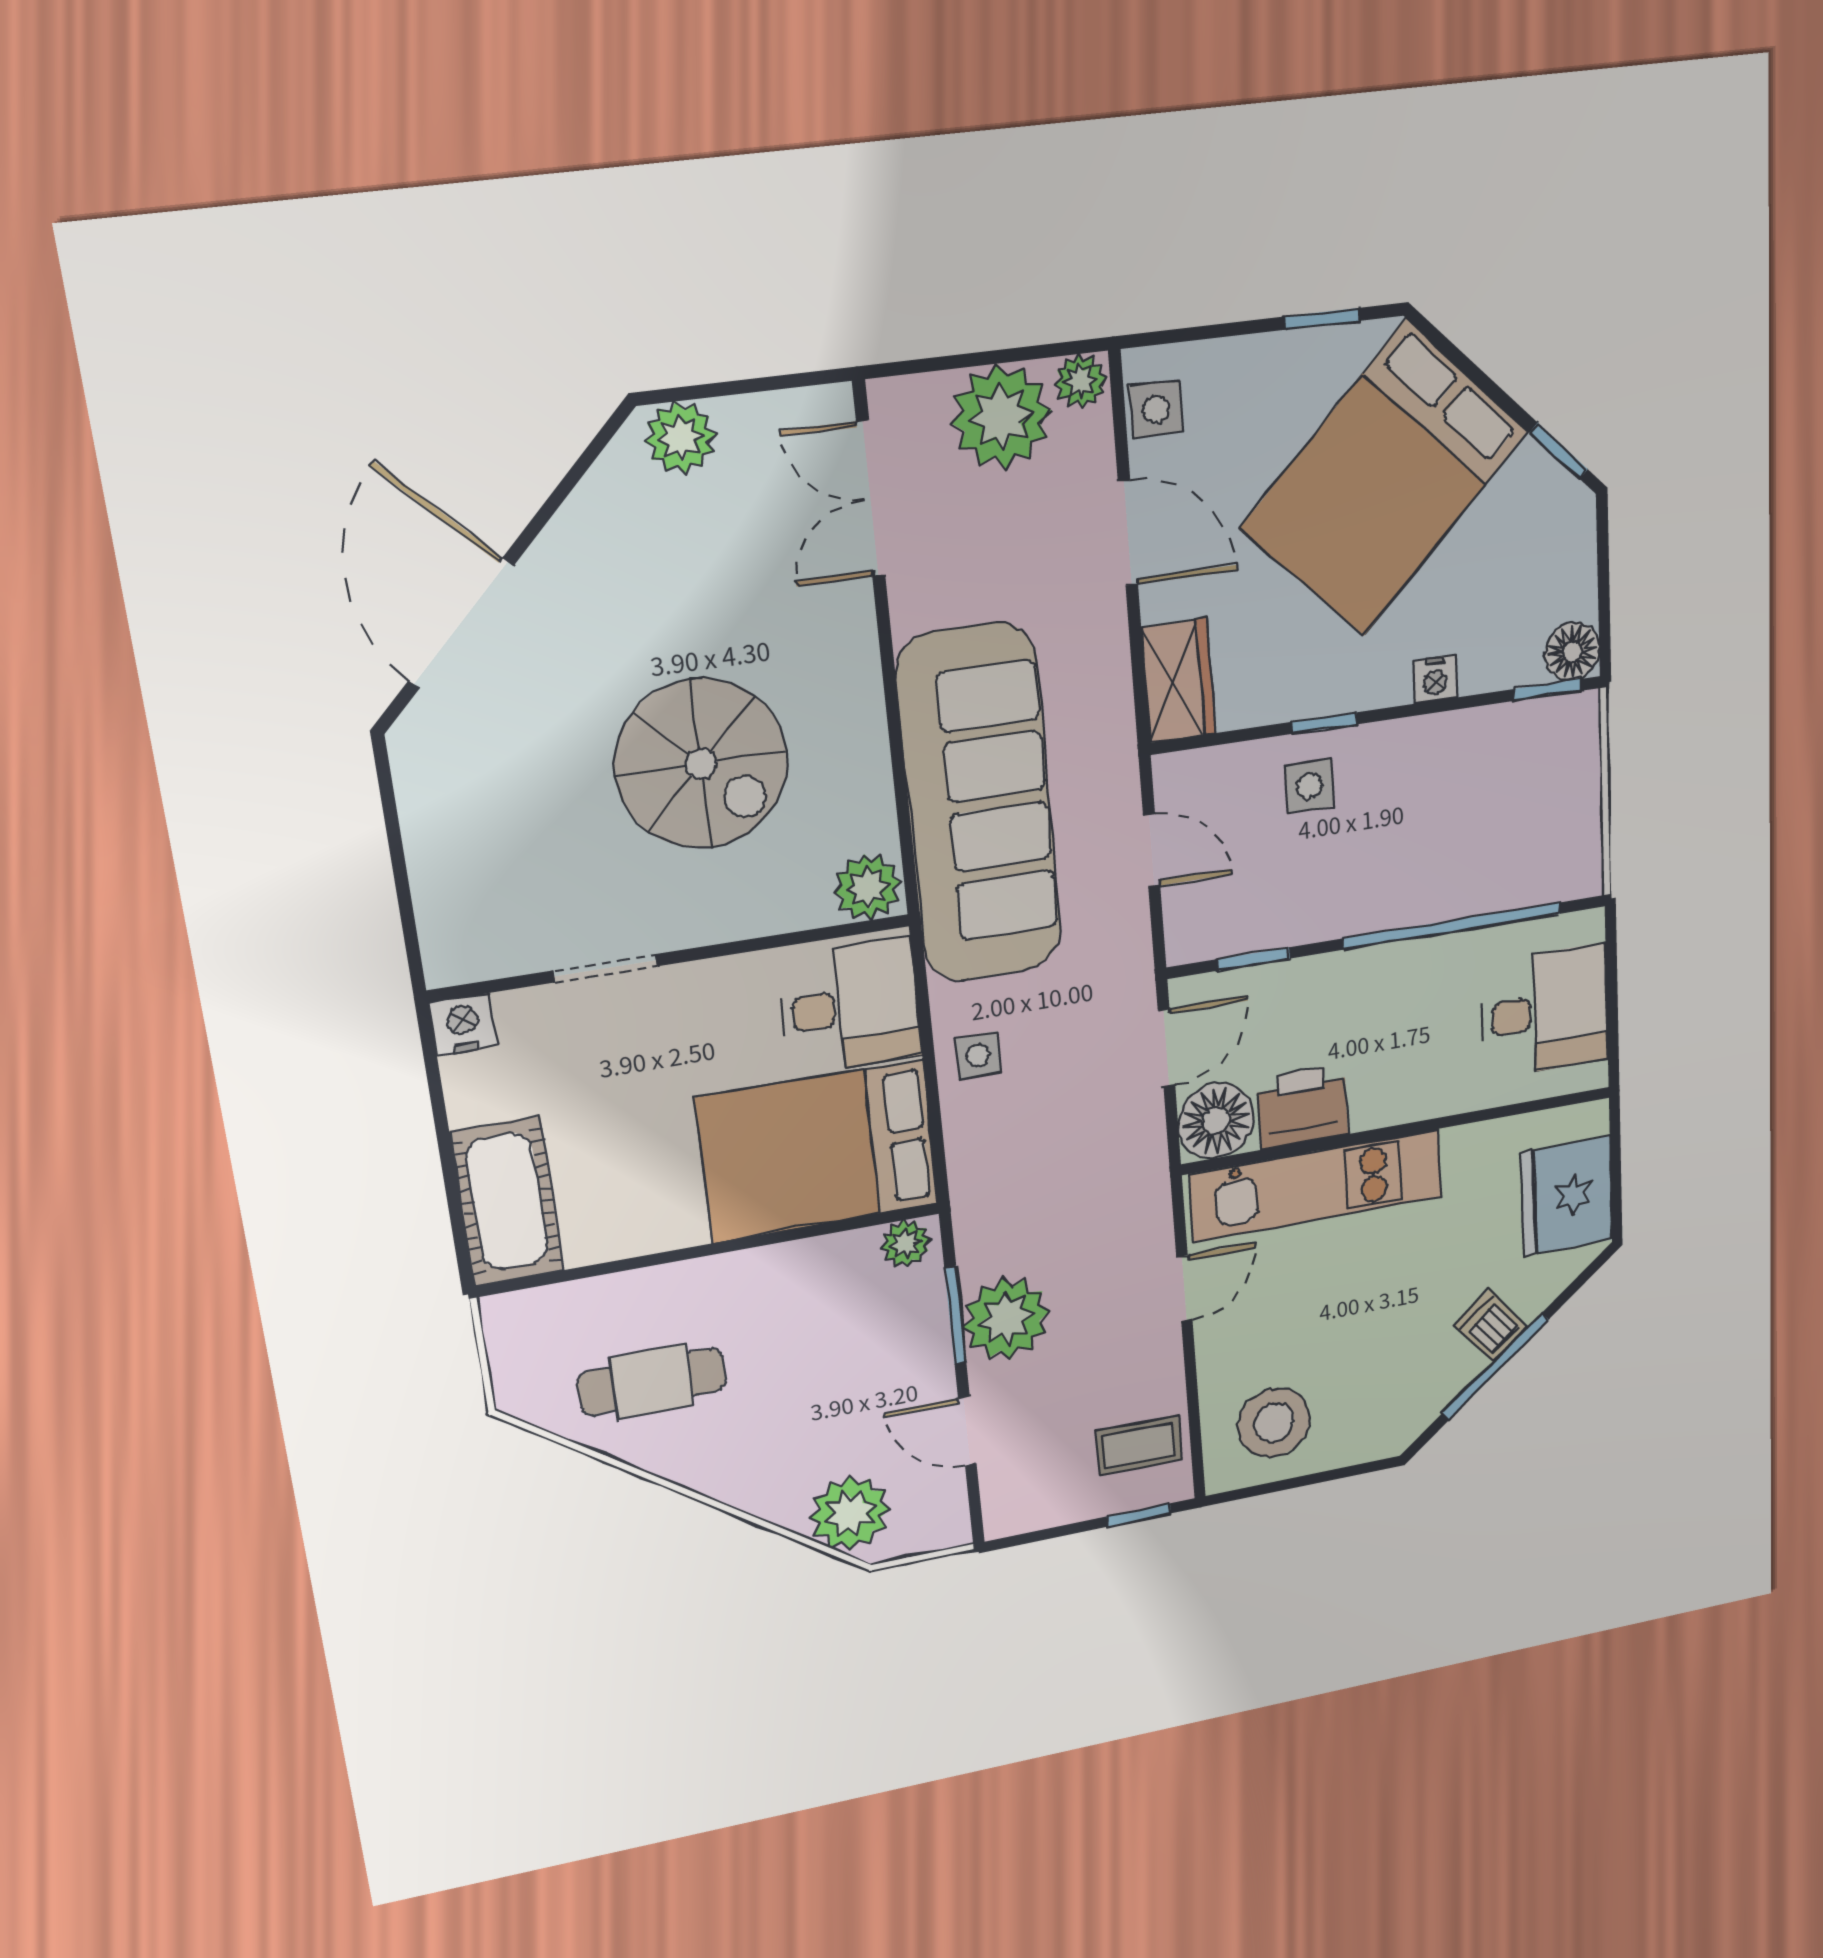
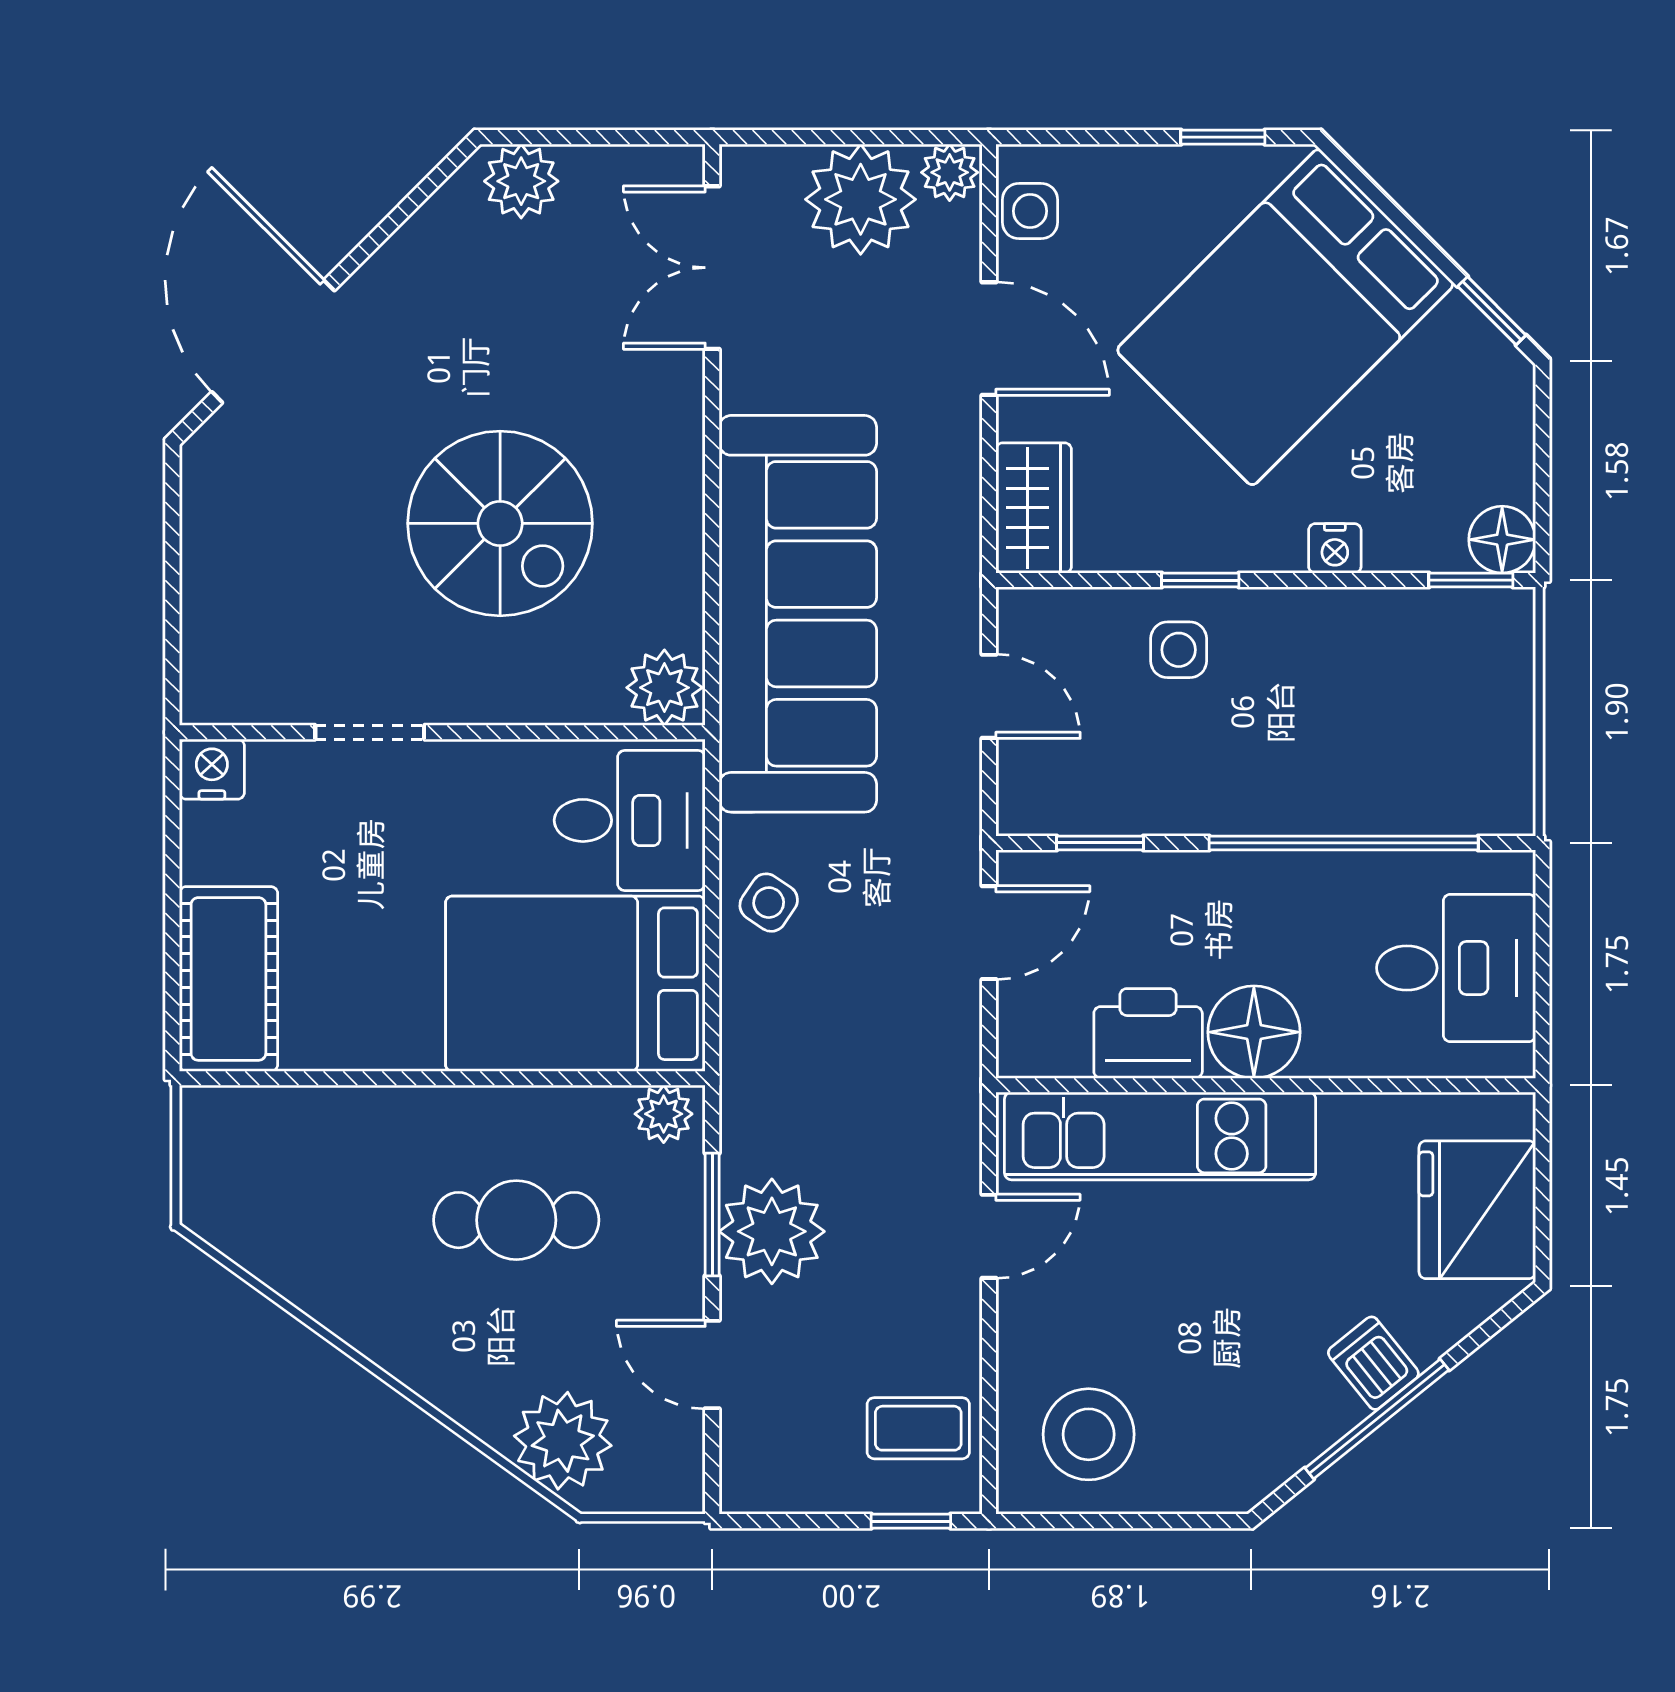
side table: (978, 1055) -> (769, 903), turned 34
floor lamp: (1216, 1121) -> (1254, 1032), moved
cafe table: (652, 1382) -> (516, 1220), moved

